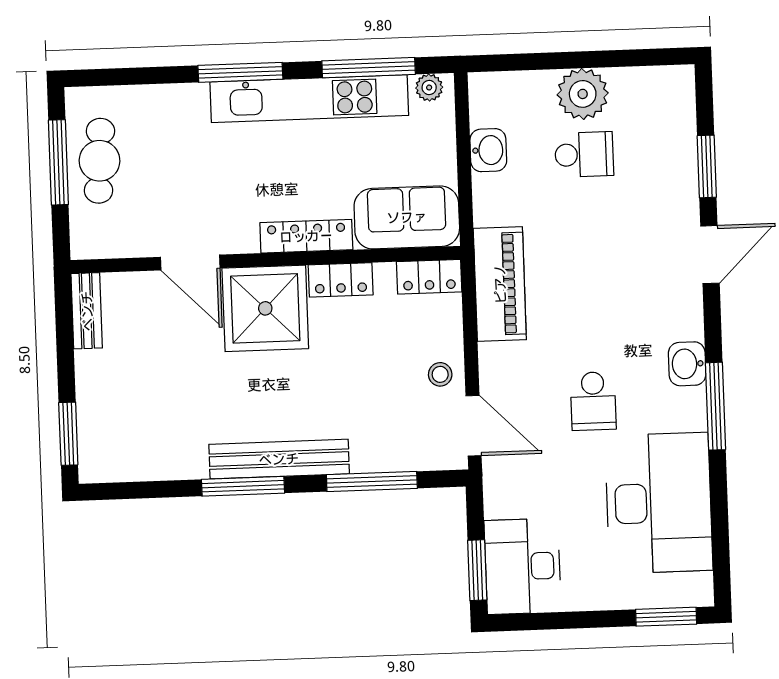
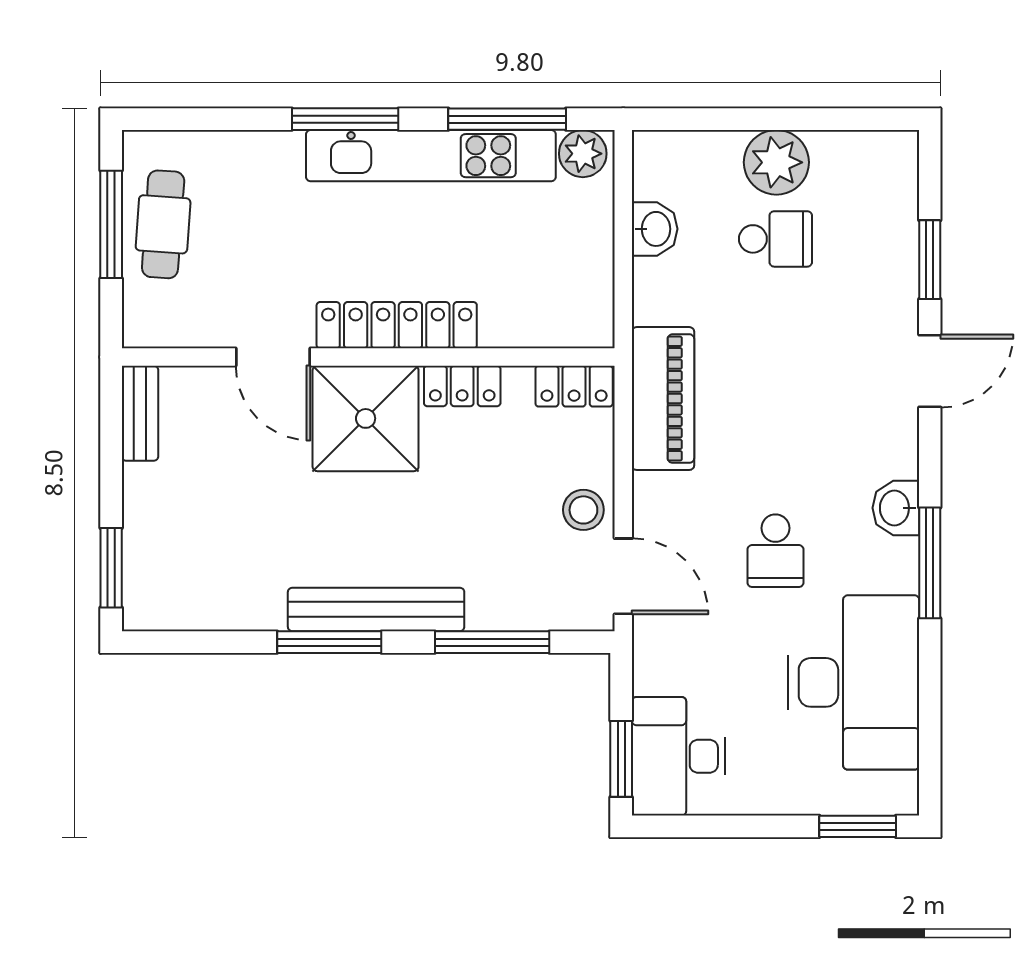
plant: (429, 88) -> (583, 154), width x1.38, depth x1.38
sofa: (407, 217) -> (549, 310), removed
locker: (306, 236) -> (397, 325), width x1.41, depth x1.21
stool: (440, 374) -> (583, 510), width x1.37, depth x1.37

